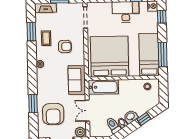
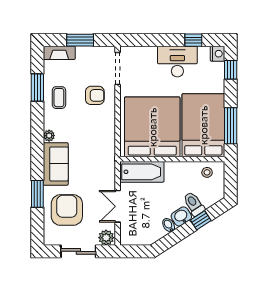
armchair: (65, 47) -> (95, 95), moved
bed: (149, 55) -> (203, 125), width x1.50
sofa: (77, 80) -> (56, 164), moved, turned 180
armchair: (53, 114) -> (67, 210), turned 180
toilet: (113, 125) -> (194, 204), moved

